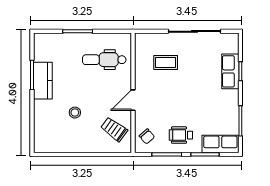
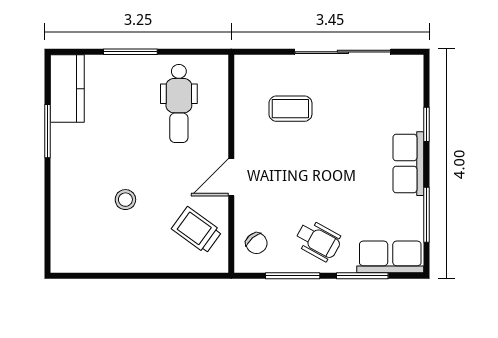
dental chair: (104, 60) -> (179, 104), turned -90
row of seats: (230, 71) -> (408, 164), moved
kitchen counter: (43, 81) -> (67, 89), moved
wheelchair: (181, 135) -> (318, 241), turned -151

